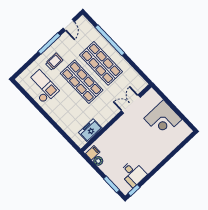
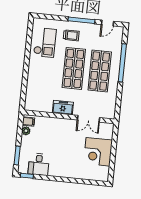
double door: (131, 104) -> (89, 119), swing flipped
freezer: (90, 130) -> (63, 108), moved

